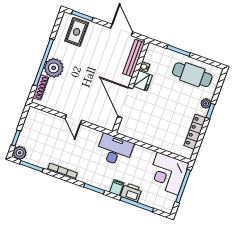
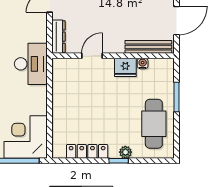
door: (125, 102) -> (92, 56), width x0.53
dresser: (102, 122) -> (58, 37), added

